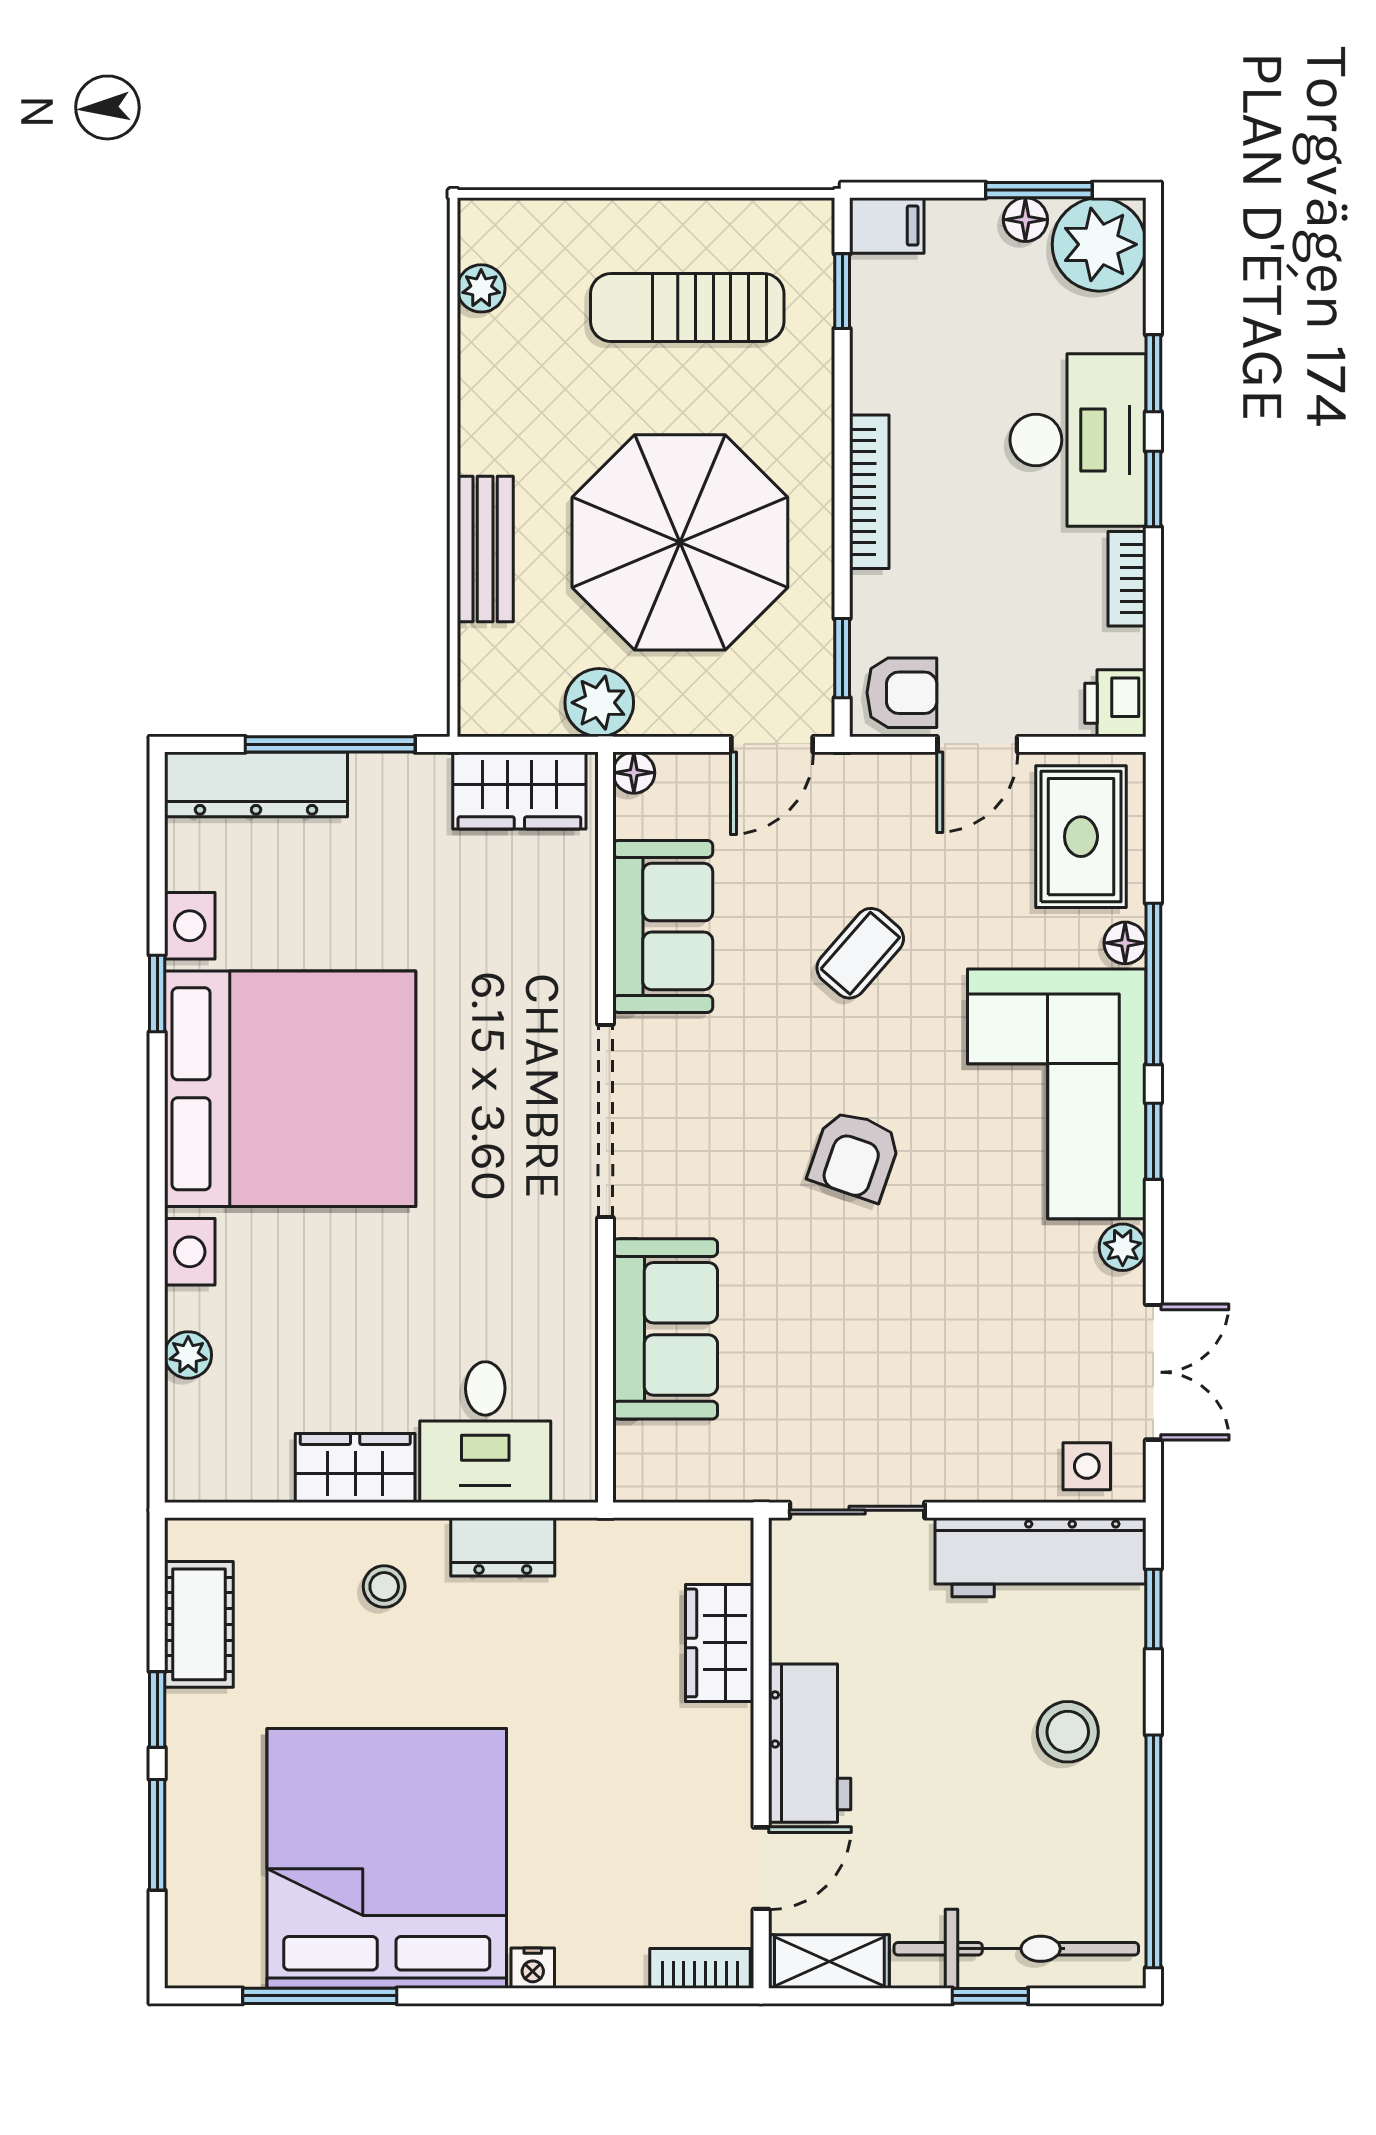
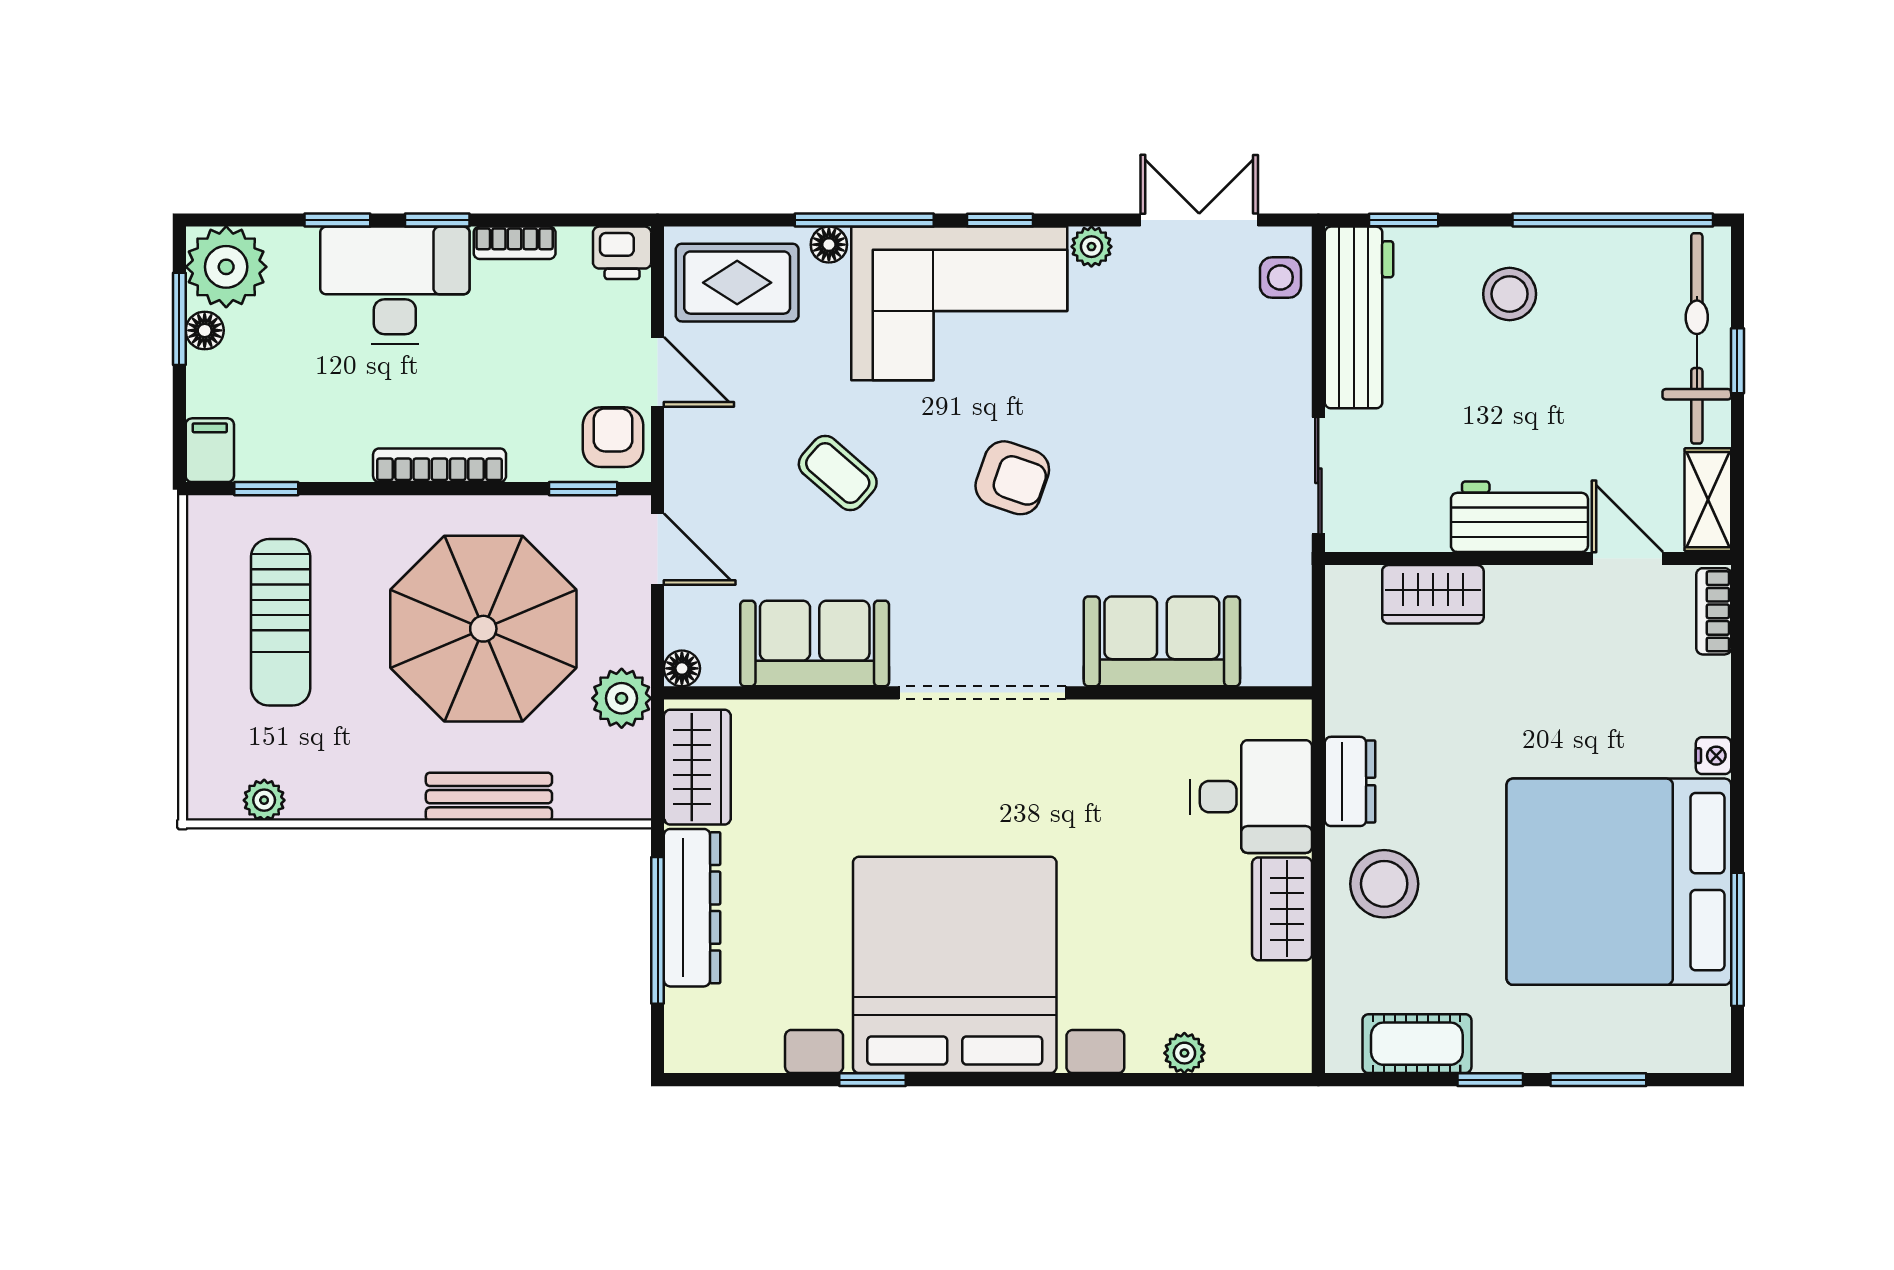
dresser: (256, 784) -> (692, 908), moved
stool: (384, 1586) -> (1384, 884), width x1.89, depth x1.89

